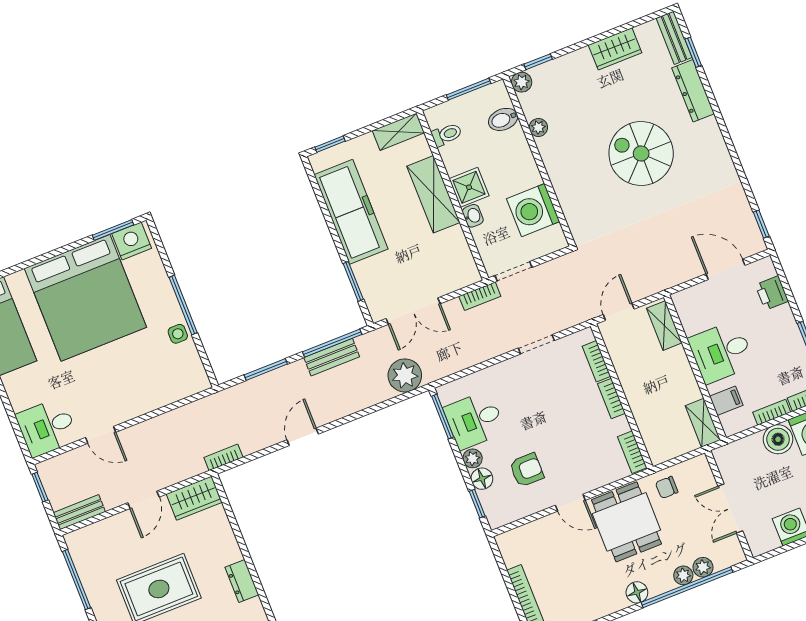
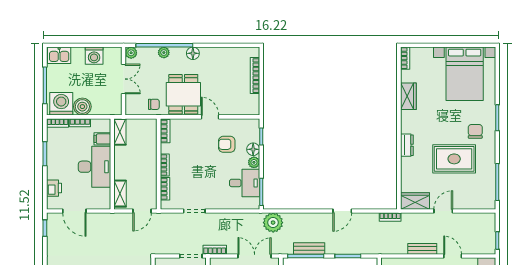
desk: (721, 352) -> (94, 167), width x1.37
bench: (79, 512) -> (422, 249), moved
plant: (703, 567) -> (131, 53), moved

